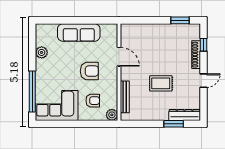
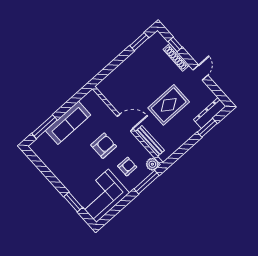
window: (60, 20) -> (45, 127), added
plant: (42, 52) -> (53, 165), removed
door: (119, 57) -> (125, 123), moved
rug: (161, 83) -> (169, 105), width x1.36, depth x1.43
window: (32, 91) -> (73, 202), width x0.47
window: (97, 124) -> (147, 182), added

